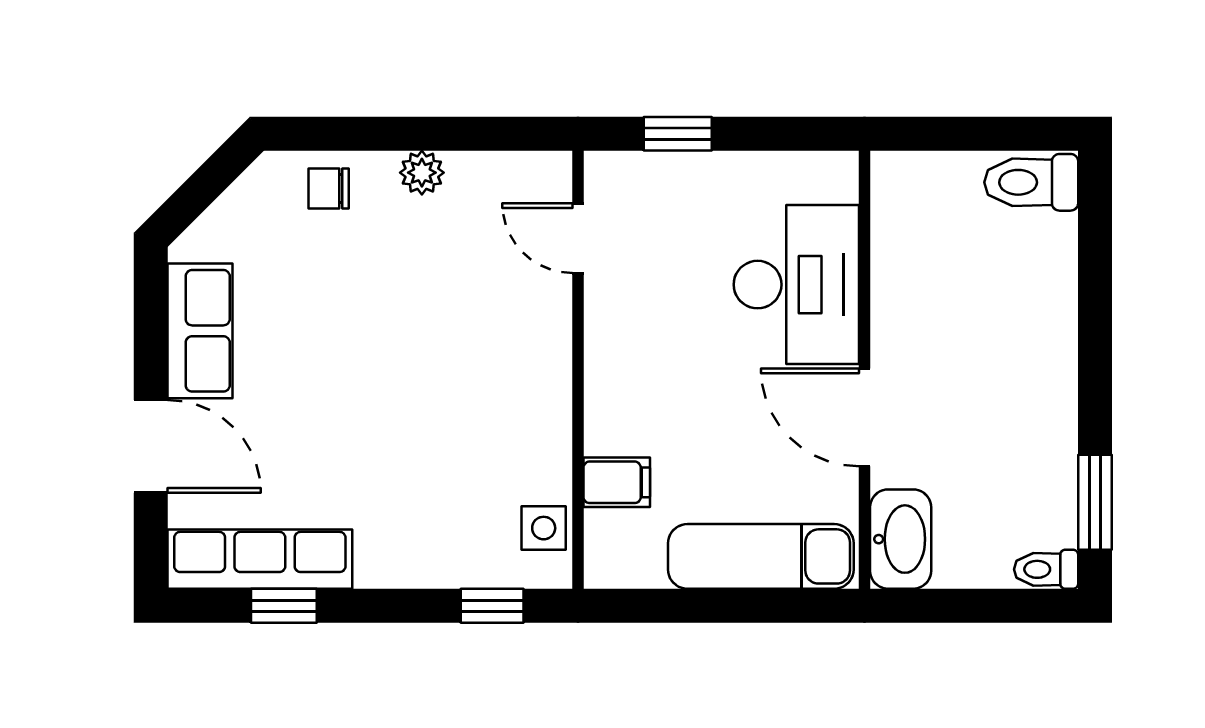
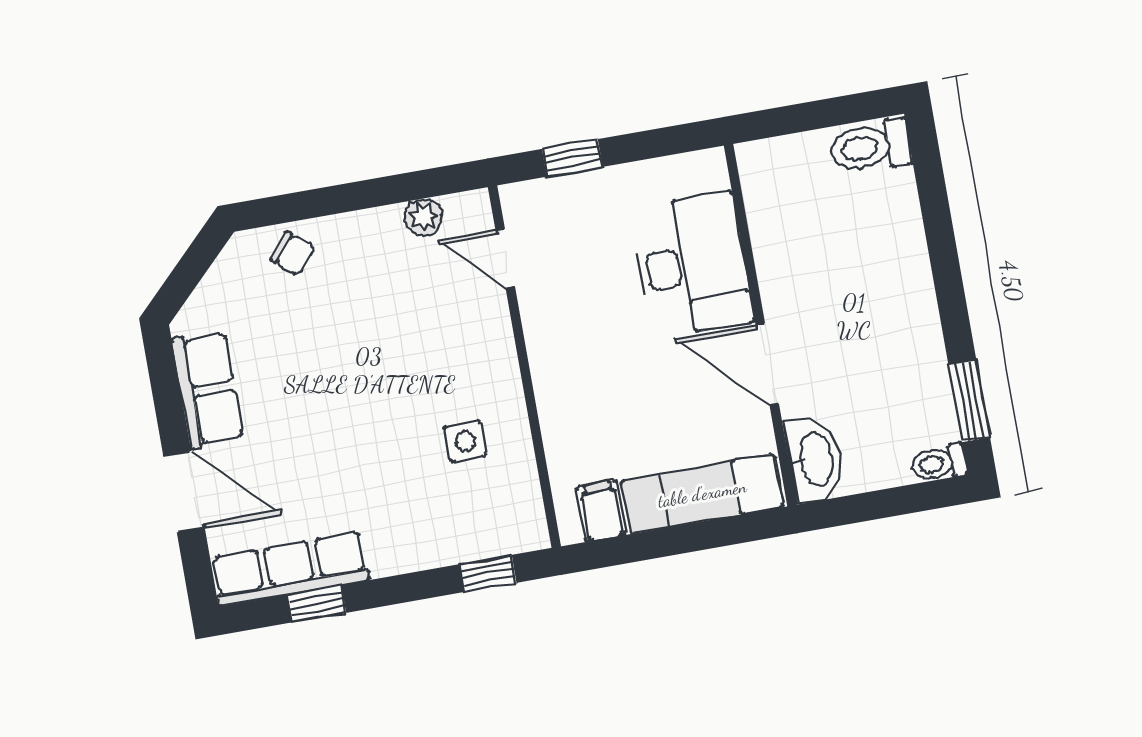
plant: (422, 173) -> (423, 217), moved
chair: (329, 188) -> (293, 254), turned -140
filing cabinet: (617, 482) -> (601, 511), moved, turned -90
side table: (544, 528) -> (465, 441), moved

